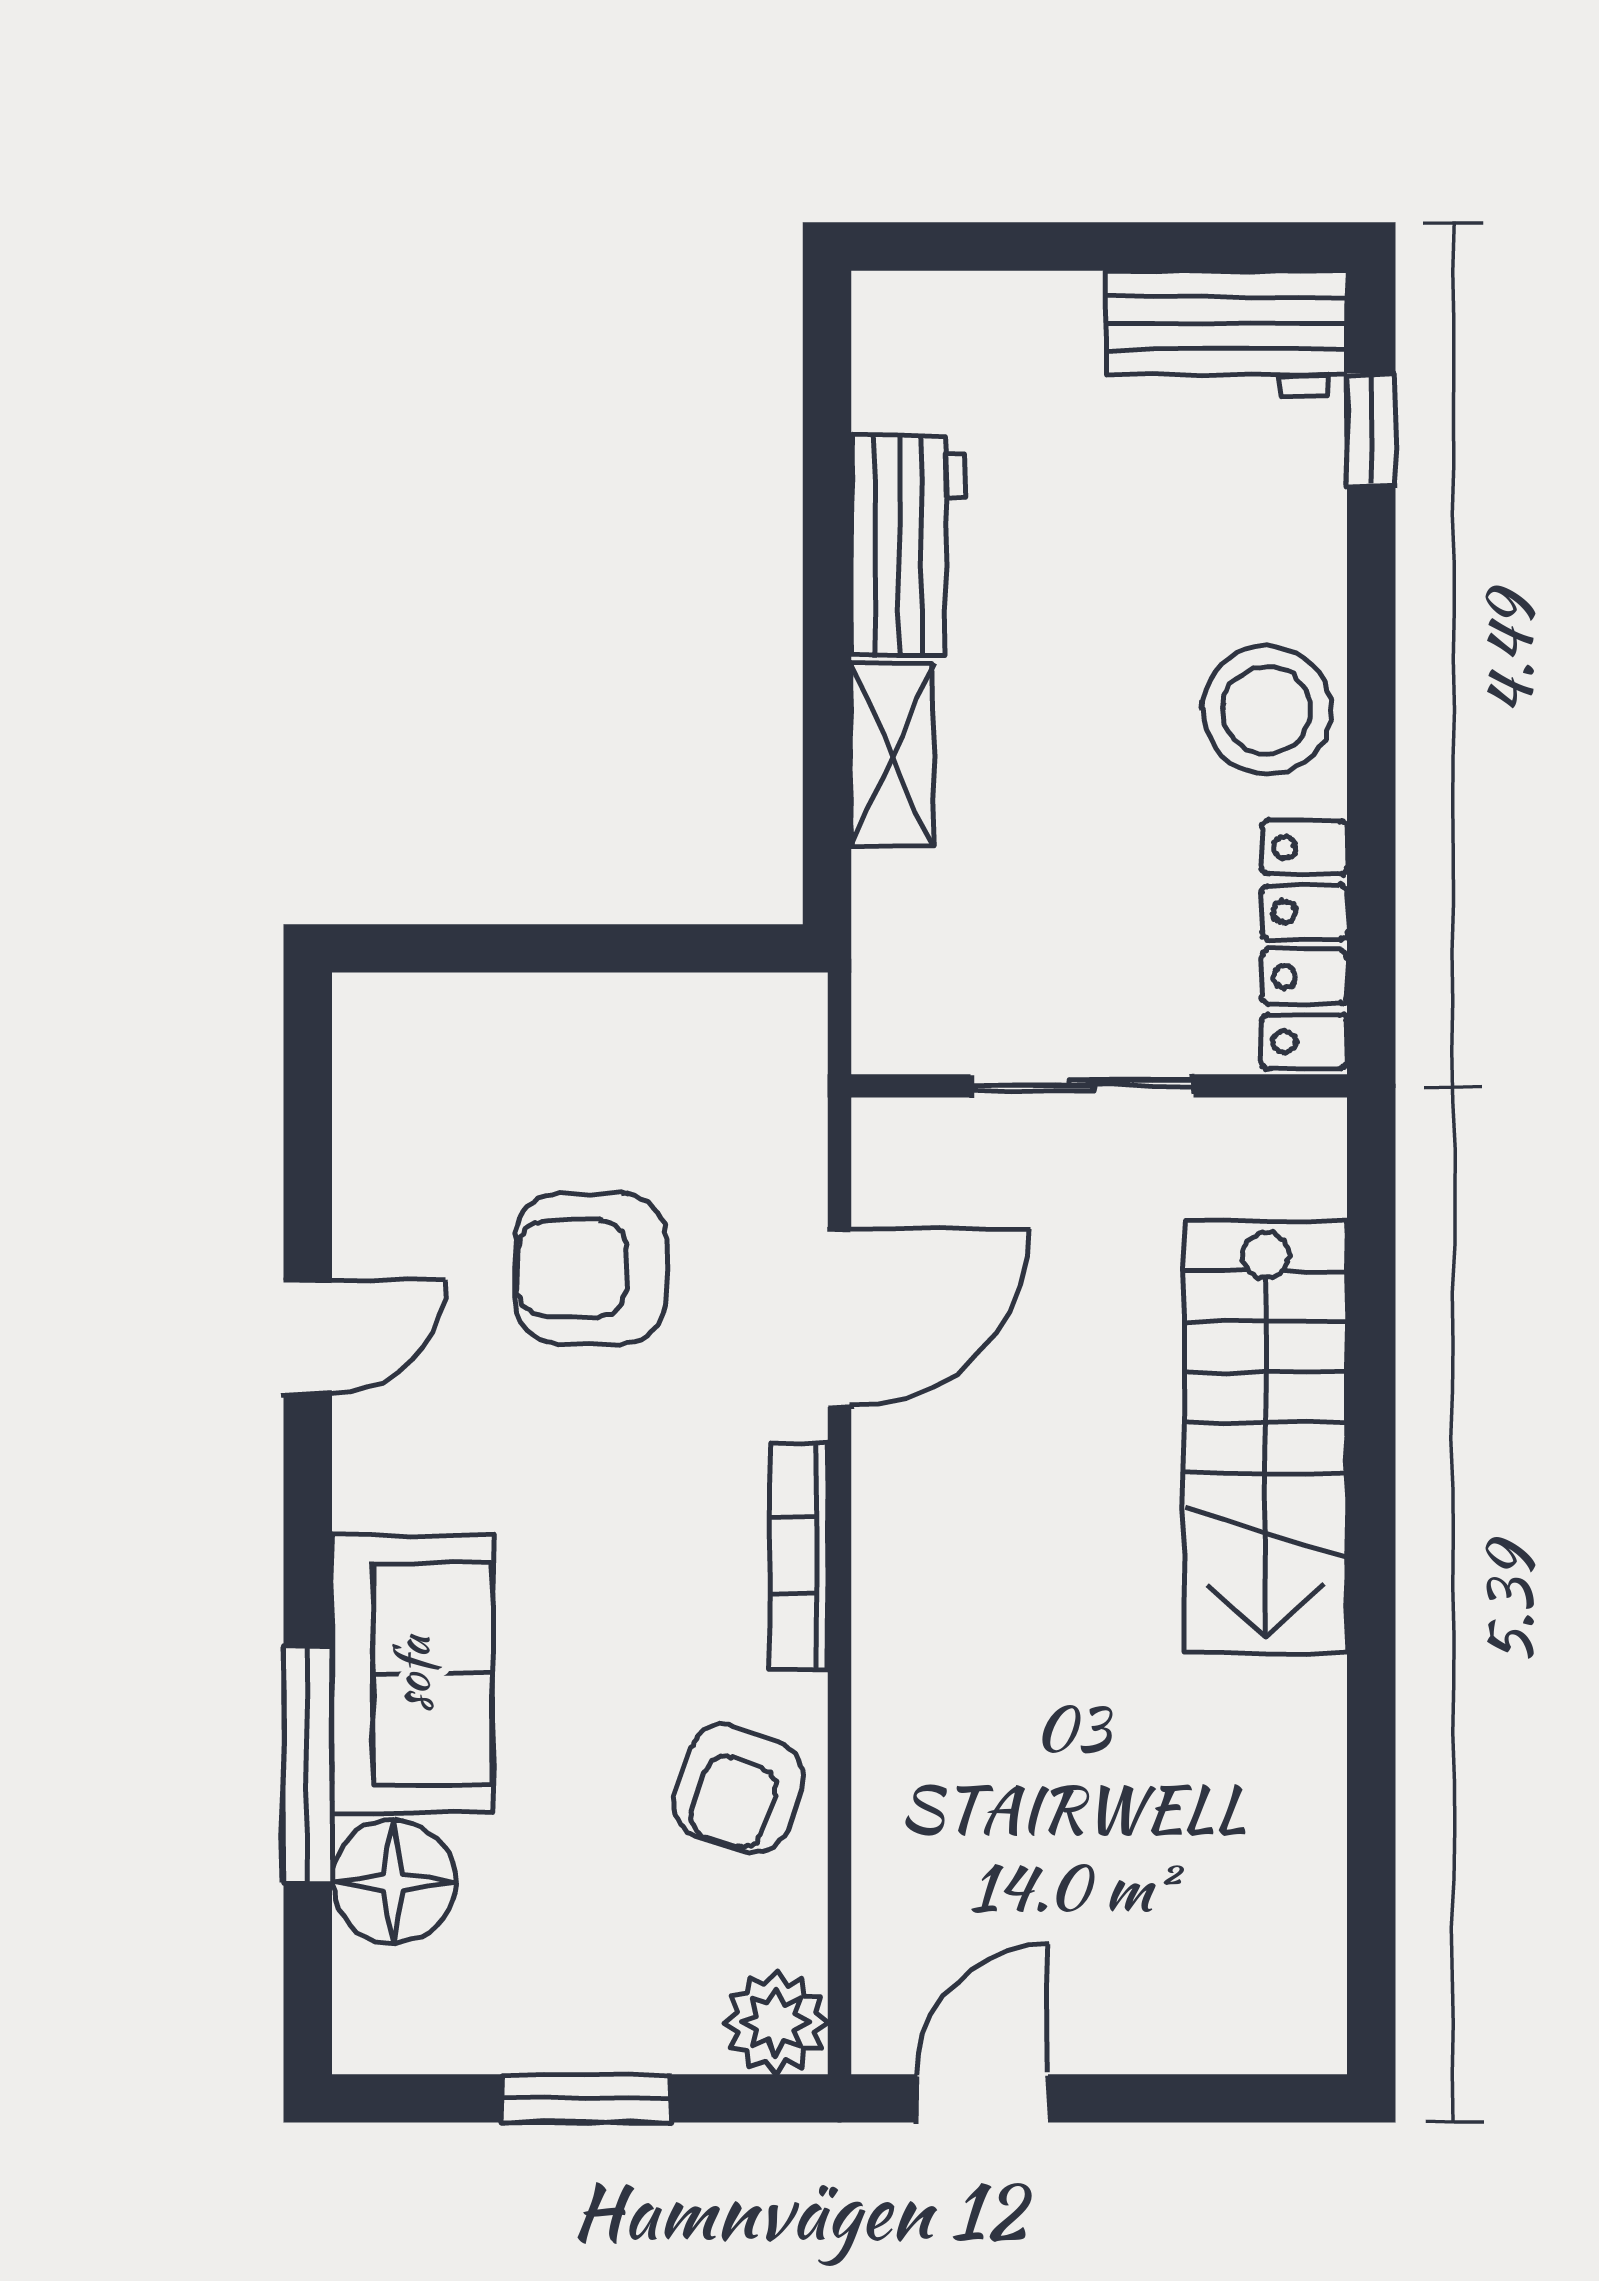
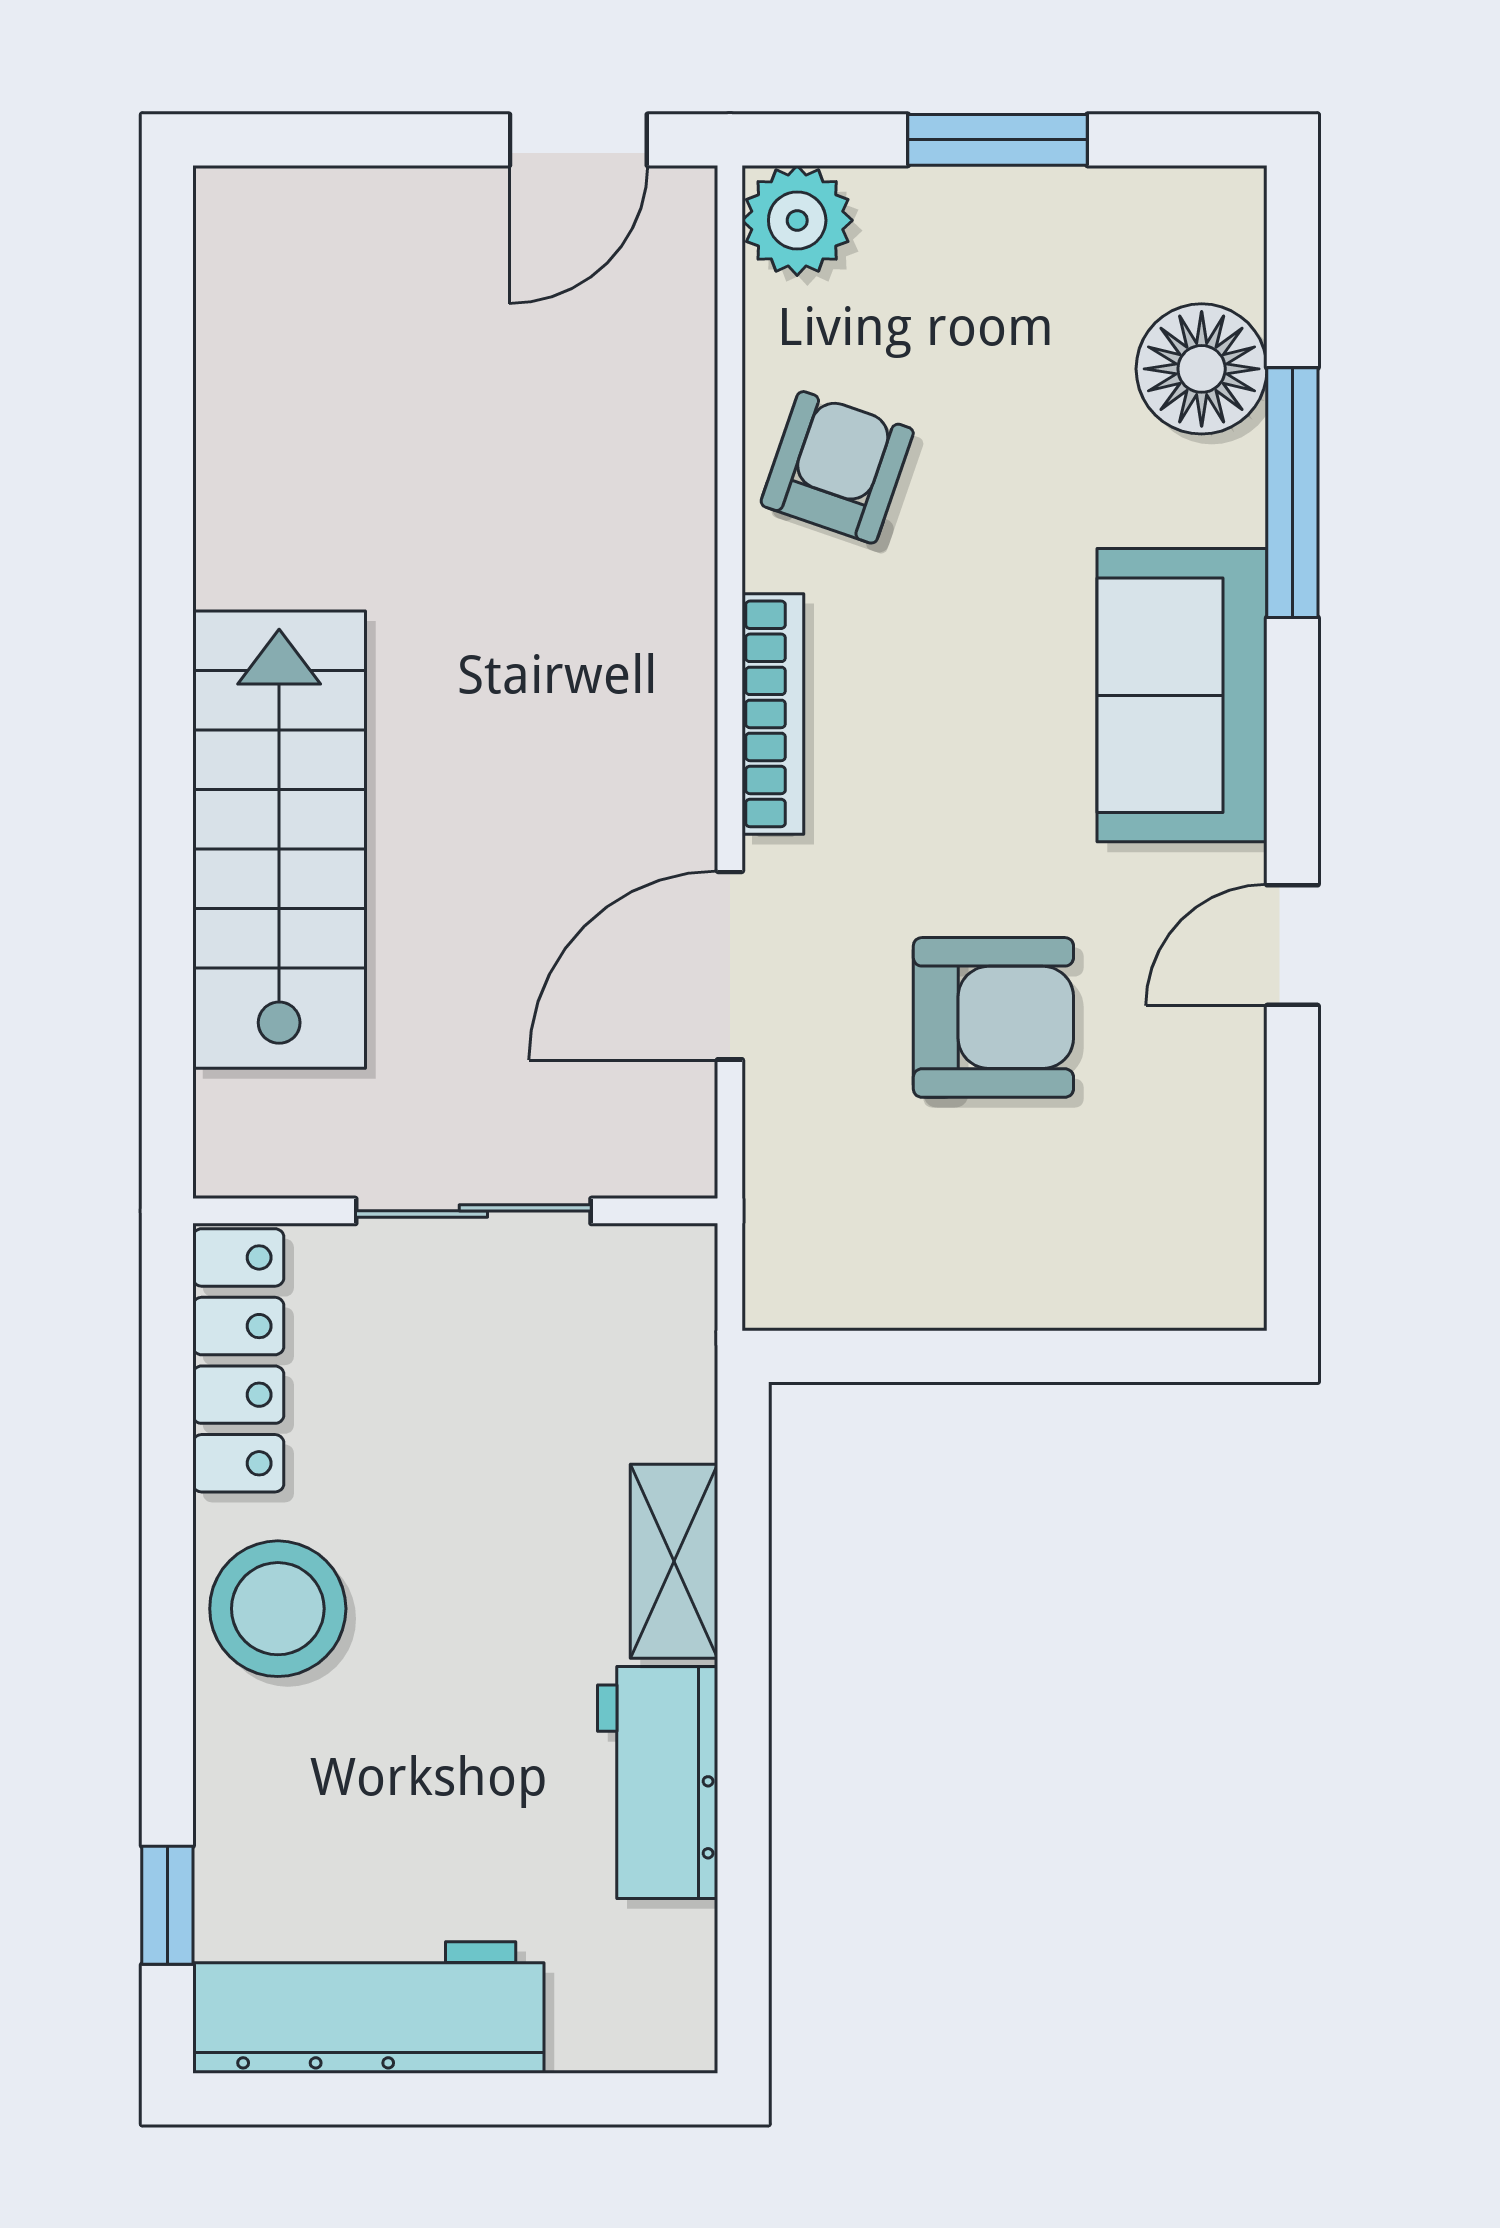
workbench: (1227, 333) -> (368, 2008), width x1.38
sofa: (412, 1674) -> (1182, 695), moved

